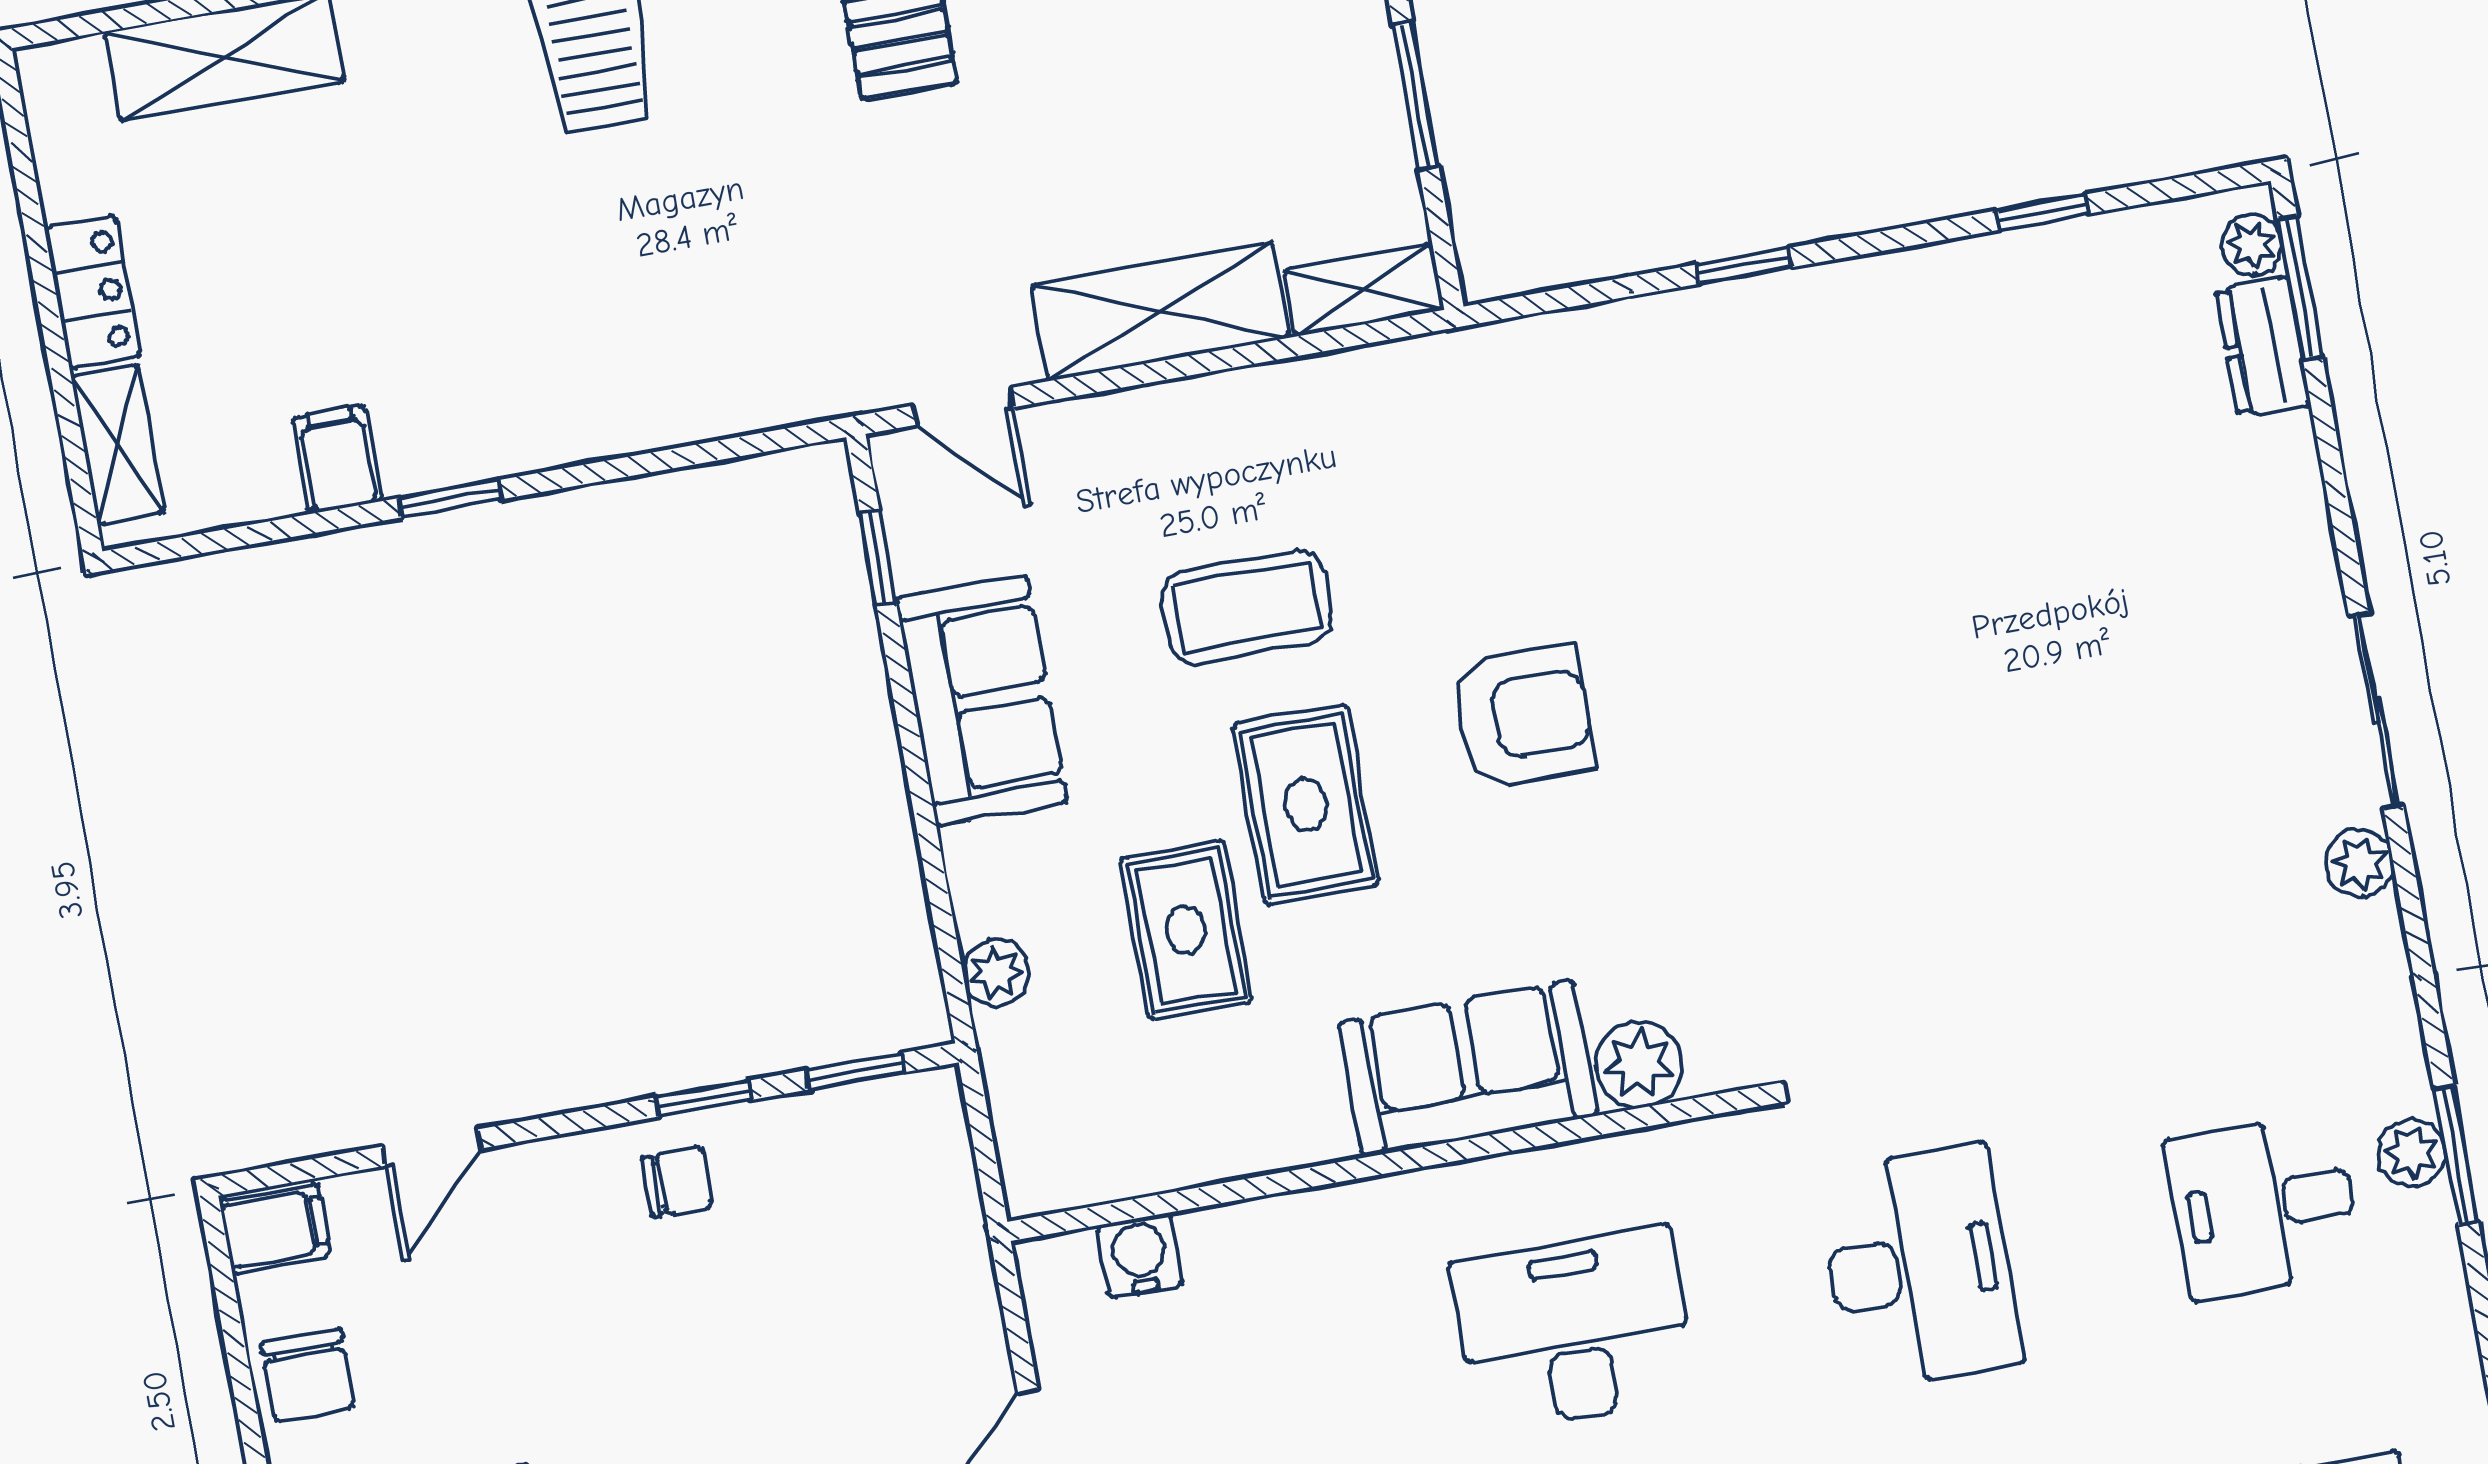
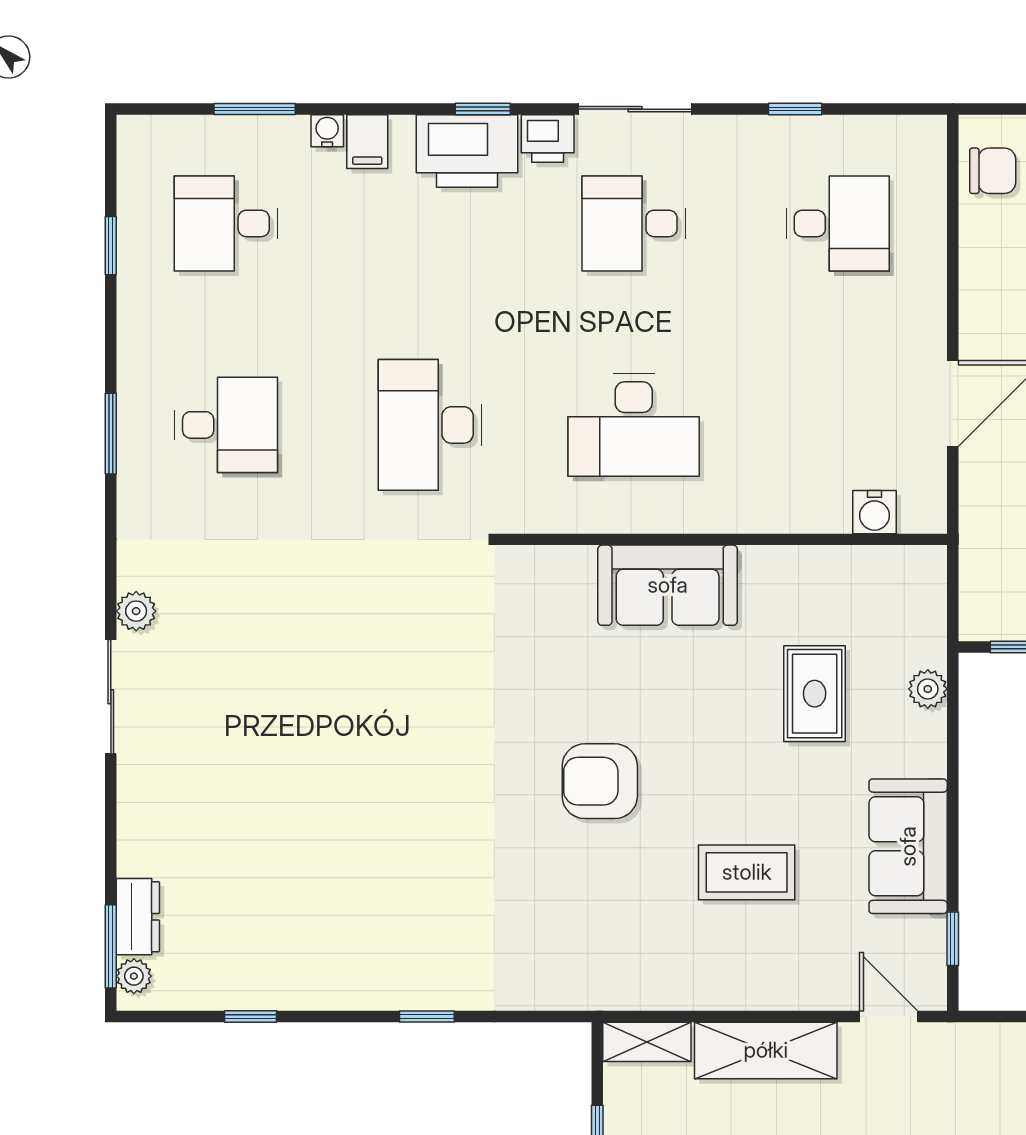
rug: (1306, 805) -> (733, 753), removed
plant: (1639, 1064) -> (569, 570), removed
plant: (2412, 1153) -> (136, 440), removed

